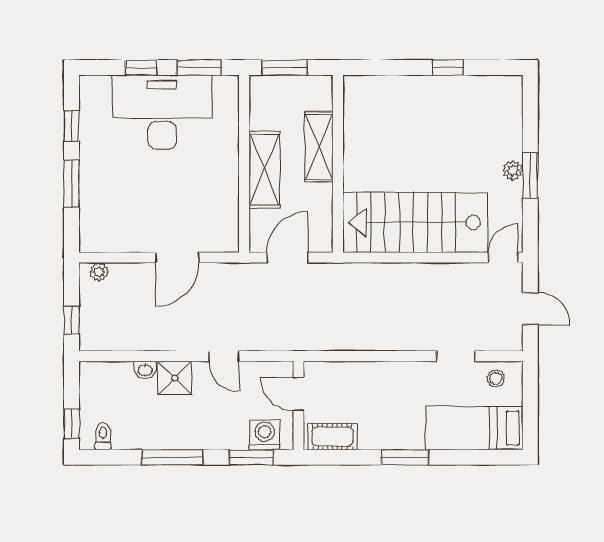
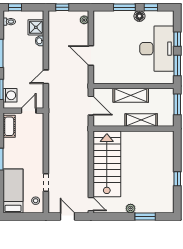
floor lamp: (91, 151) -> (139, 16), added
window: (530, 175) -> (145, 216), moved
door: (530, 309) -> (67, 216), swing flipped
shower: (175, 378) -> (36, 27), moved

